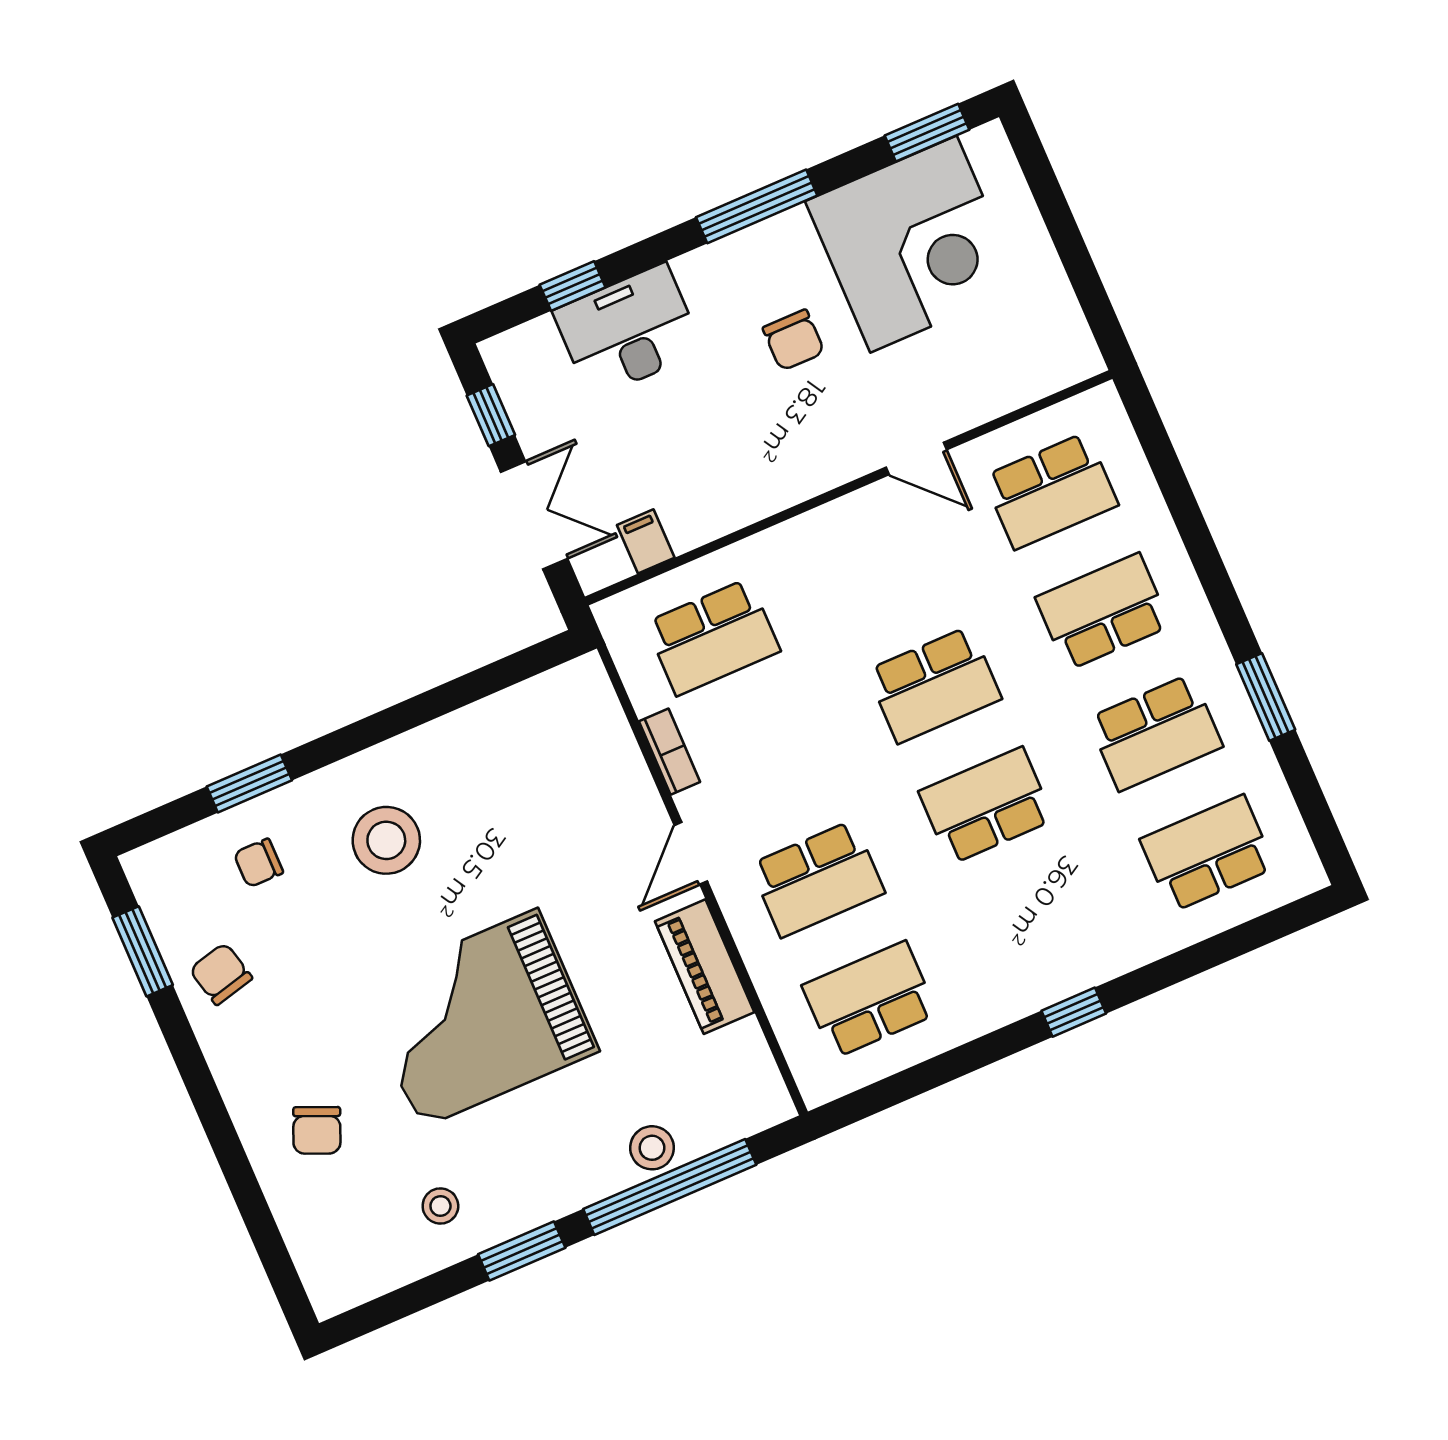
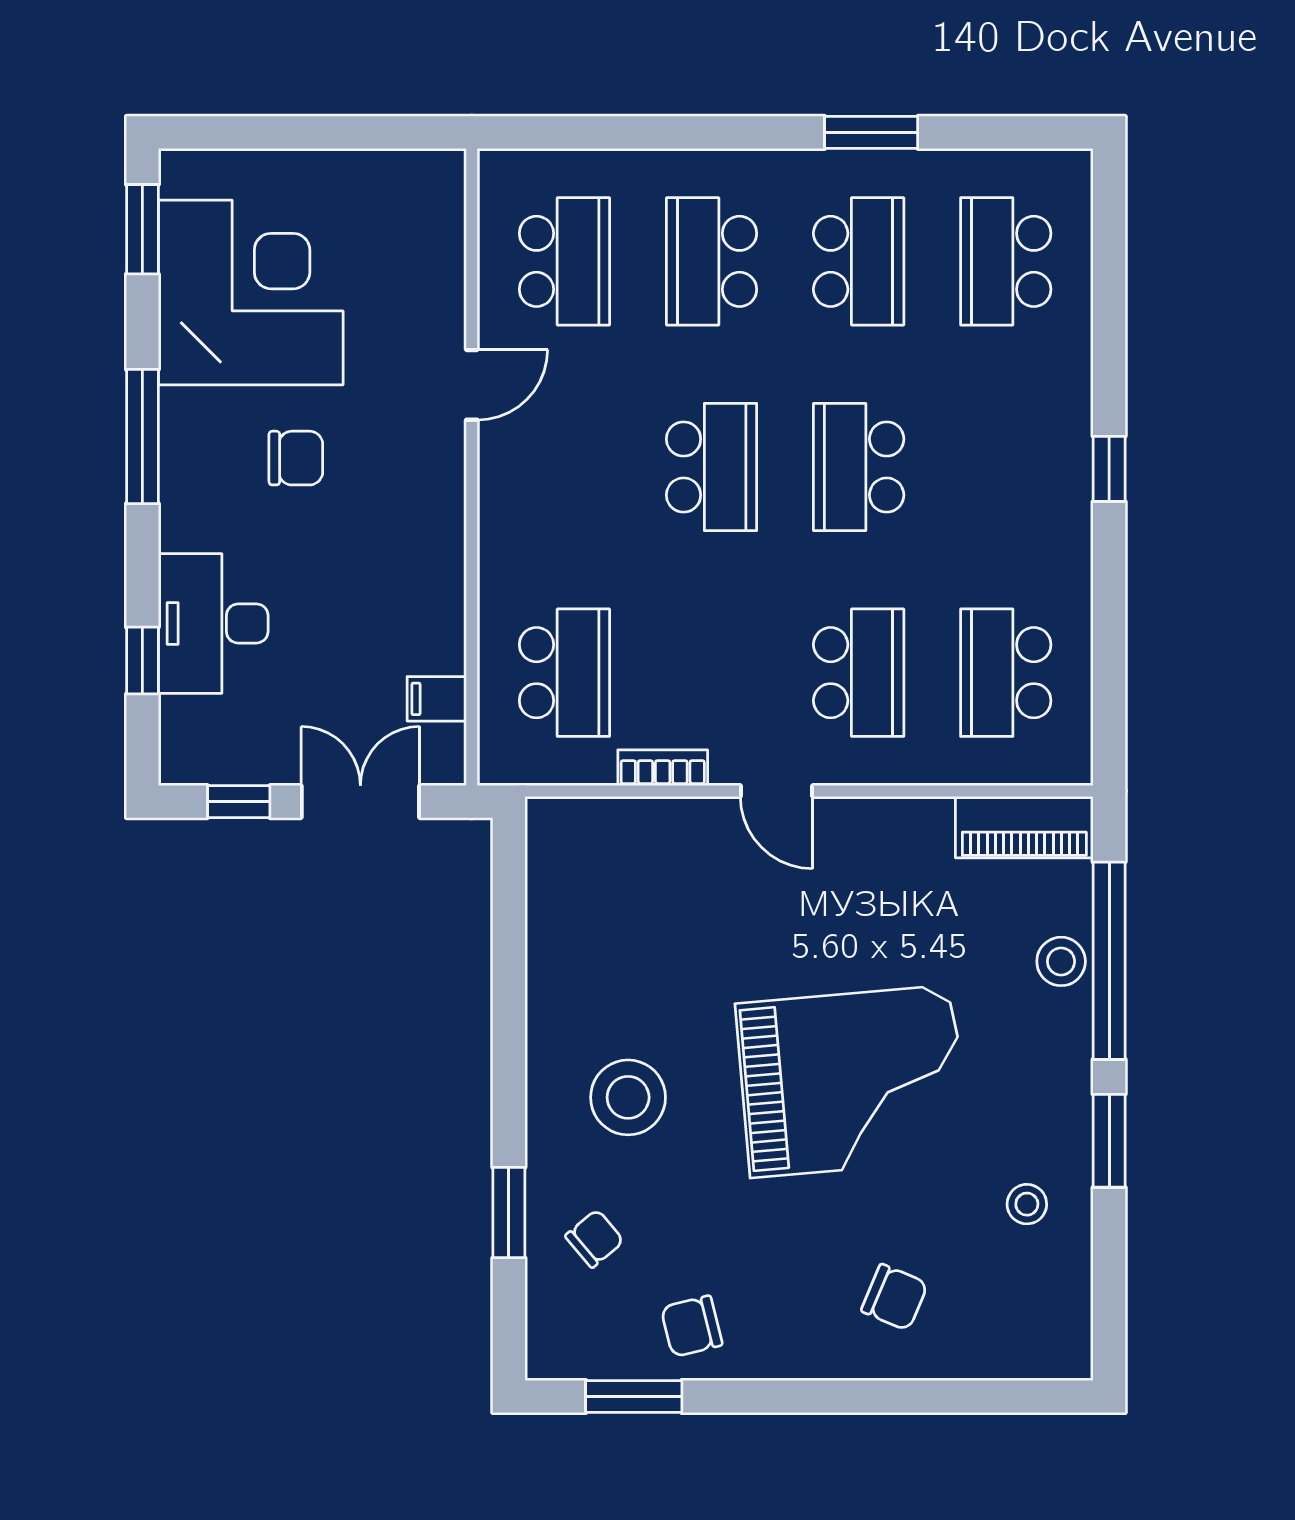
chair: (258, 863) -> (595, 1238), turned -130
piano: (705, 967) -> (1024, 827), moved
grand piano: (479, 1018) -> (852, 1081), turned -95

